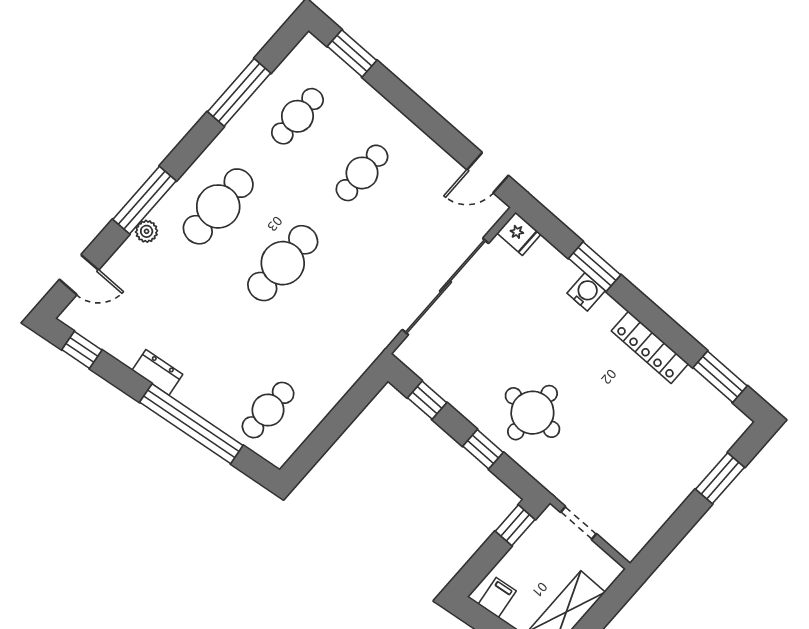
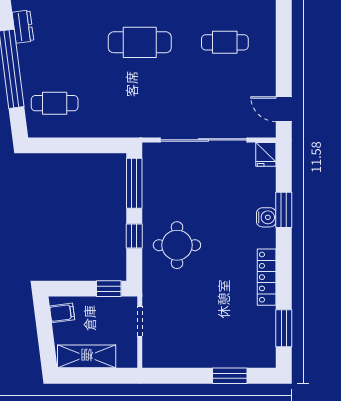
window: (427, 400) -> (134, 183), width x2.17

